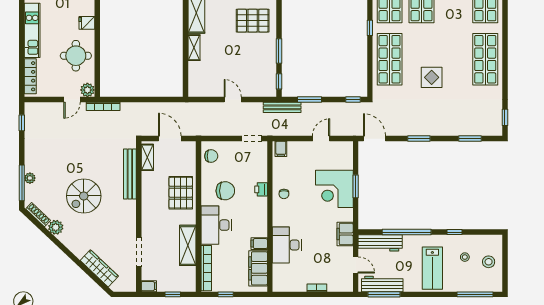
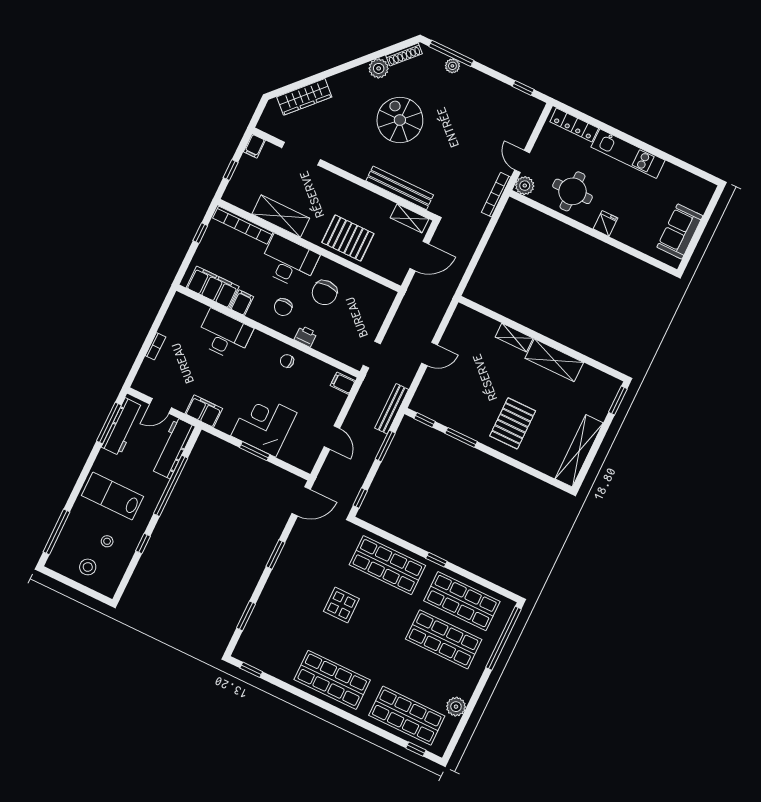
chair: (211, 156) -> (283, 307), moved

